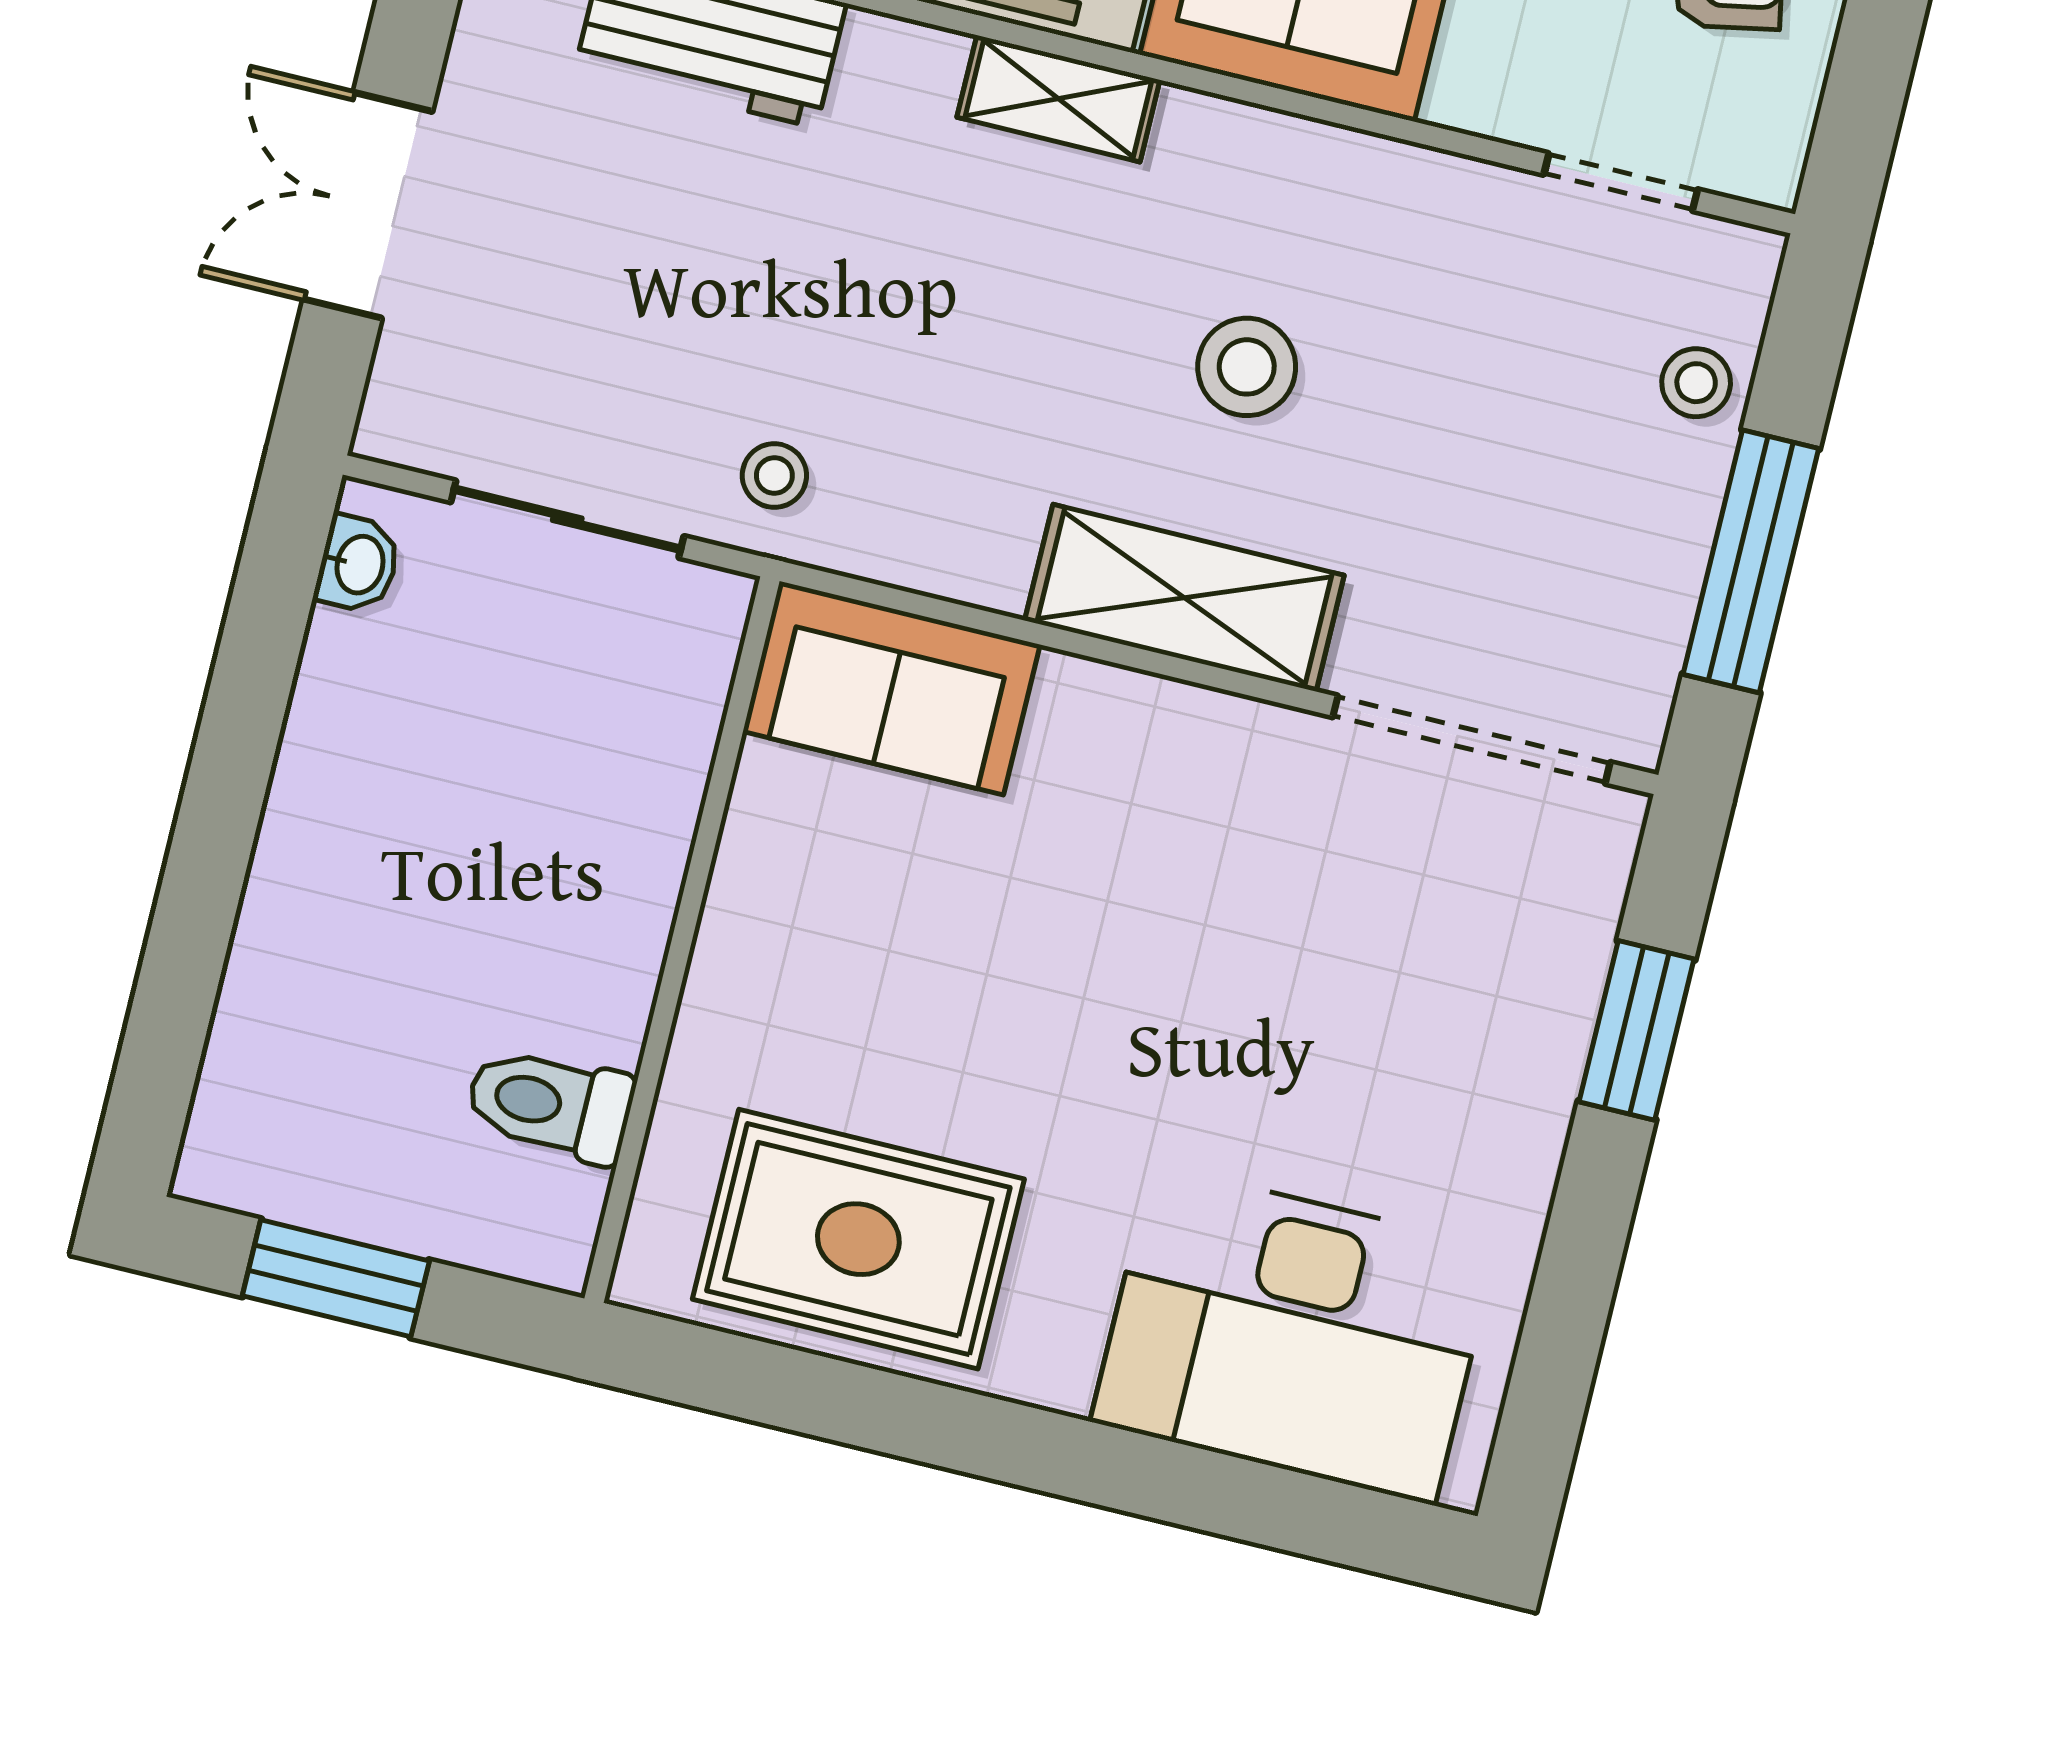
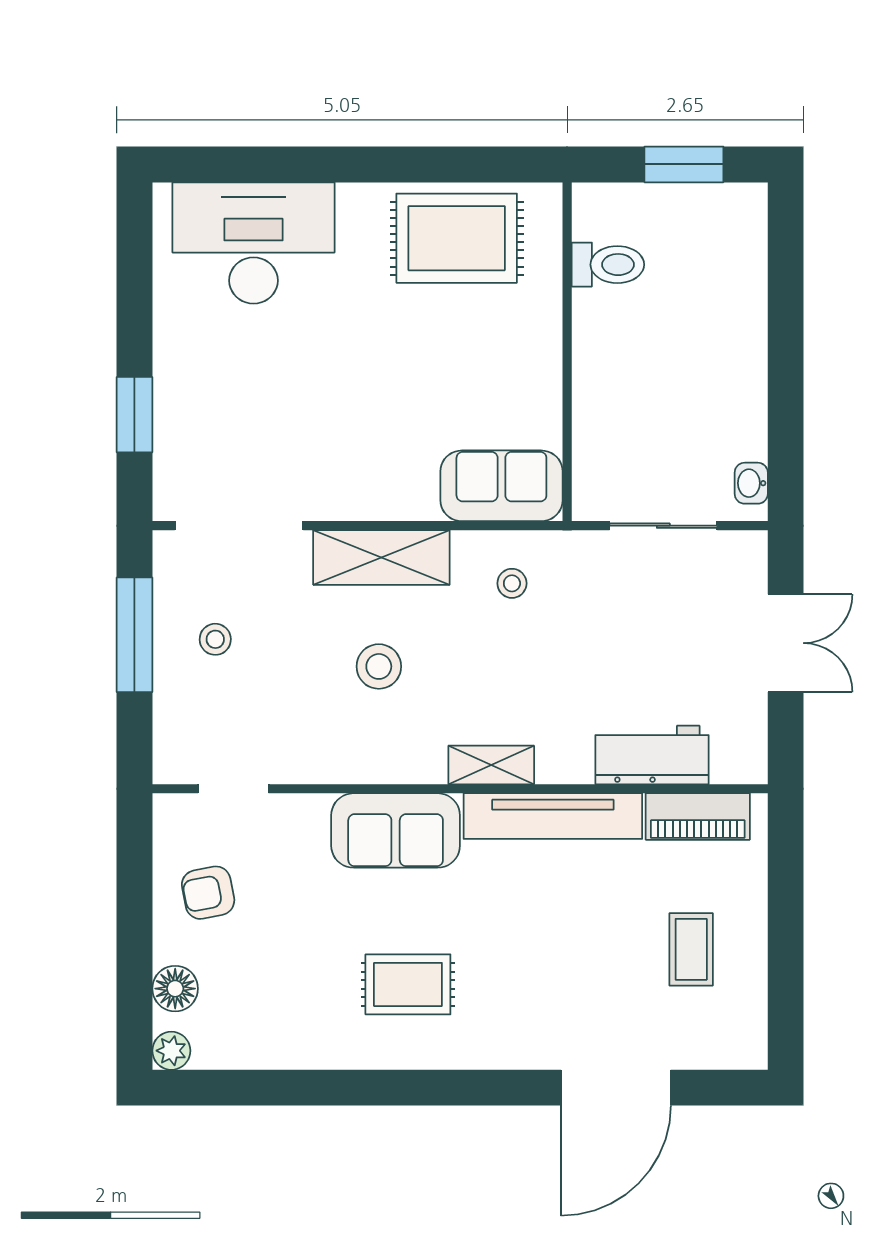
stool: (1696, 383) -> (215, 639), moved
stool: (774, 476) -> (512, 583), moved

